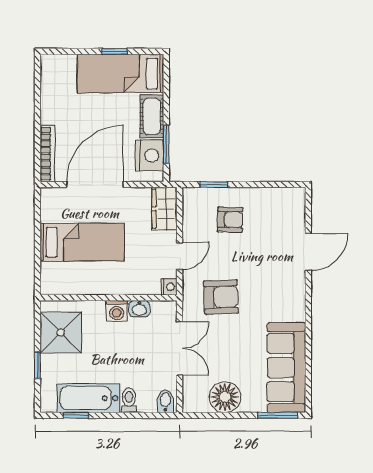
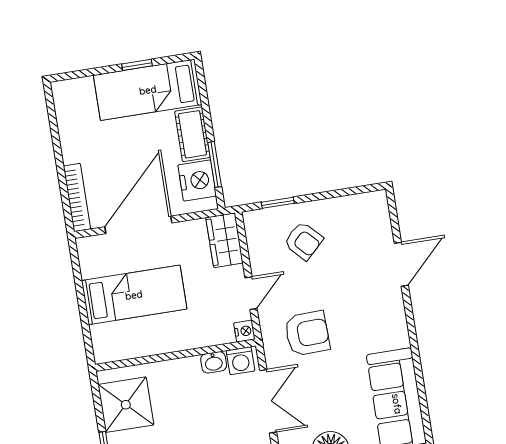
armchair: (230, 220) -> (303, 241), turned 45
washing machine: (117, 311) -> (240, 361), moved

